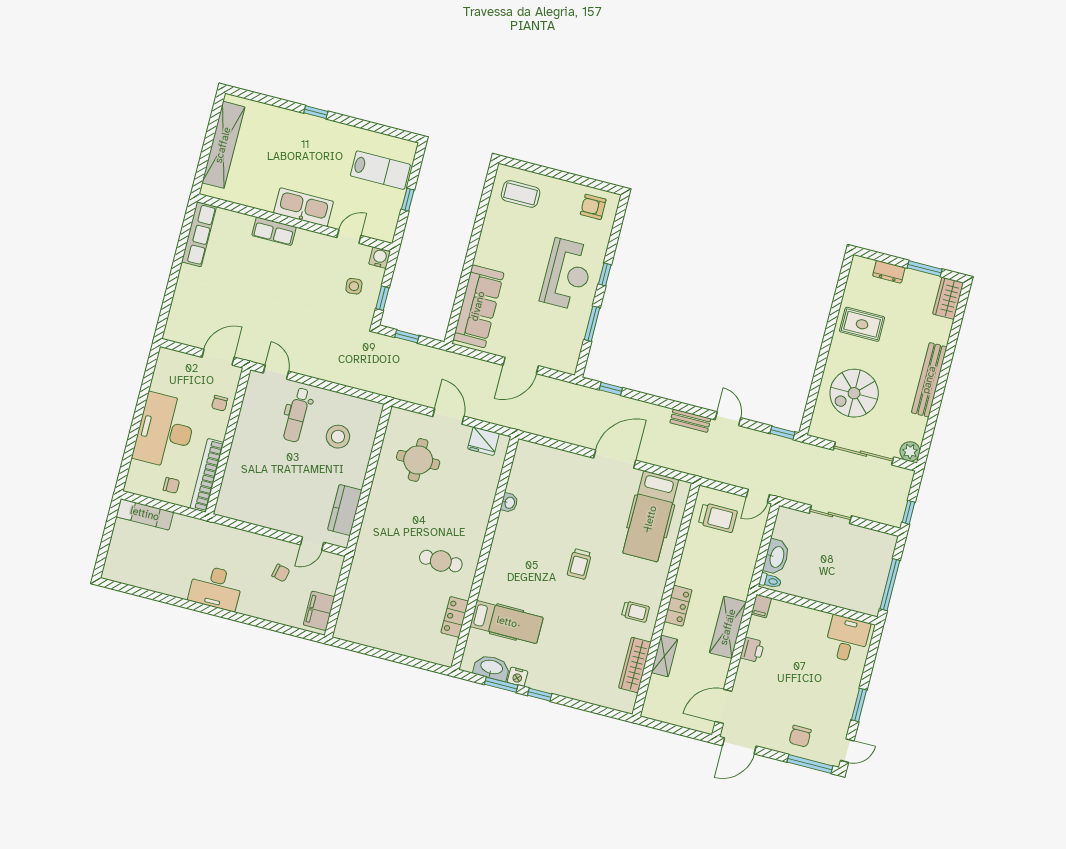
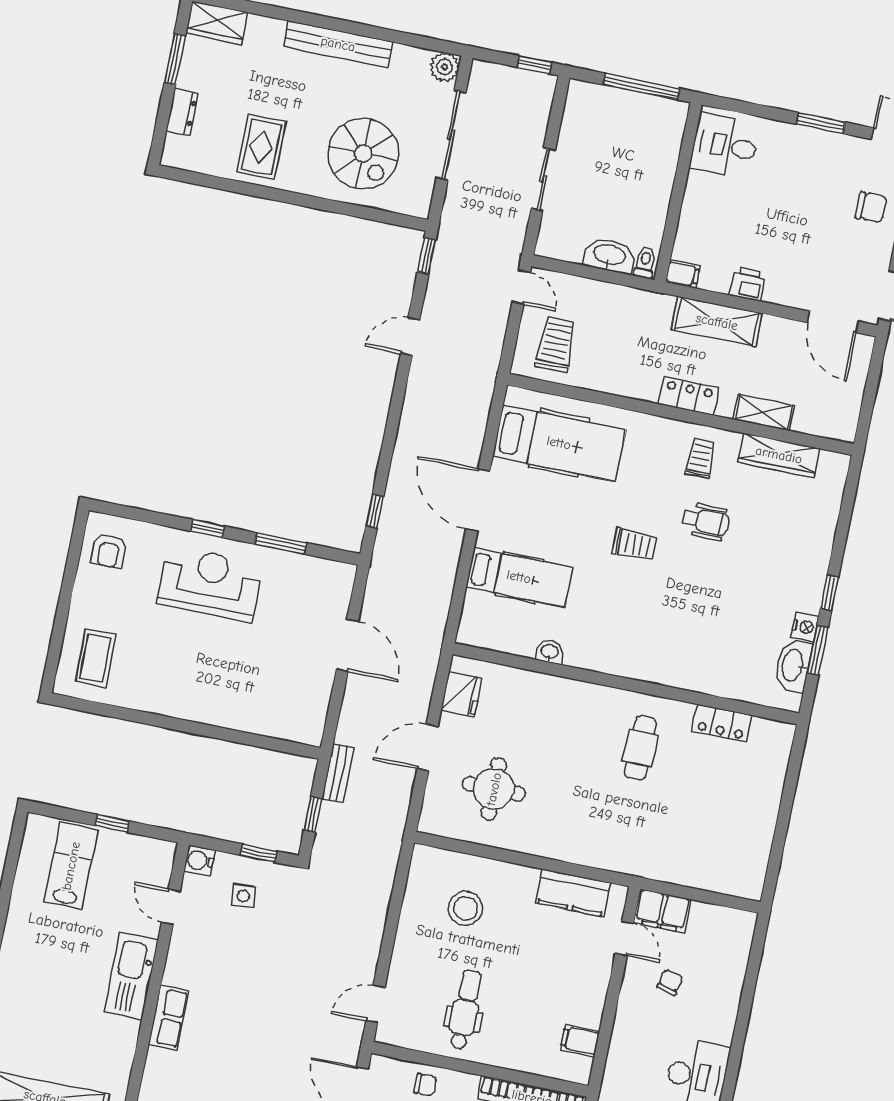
sofa: (478, 306) -> (264, 712), removed
dental chair: (297, 415) -> (465, 1010), moved, turned -90
bench: (690, 421) -> (338, 773), moved
filing cabinet: (244, 510) -> (580, 1041), added
filing cabinet: (319, 611) -> (662, 911), moved
wheelchair: (593, 613) -> (706, 521), added
hospital bed: (507, 622) -> (519, 577), moved, turned 90

